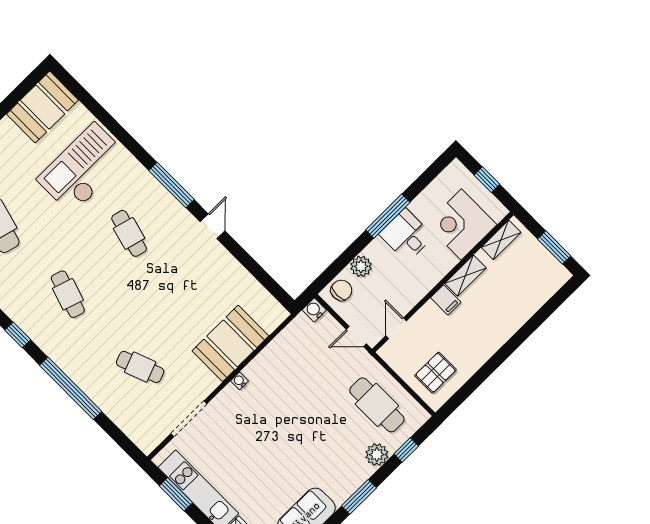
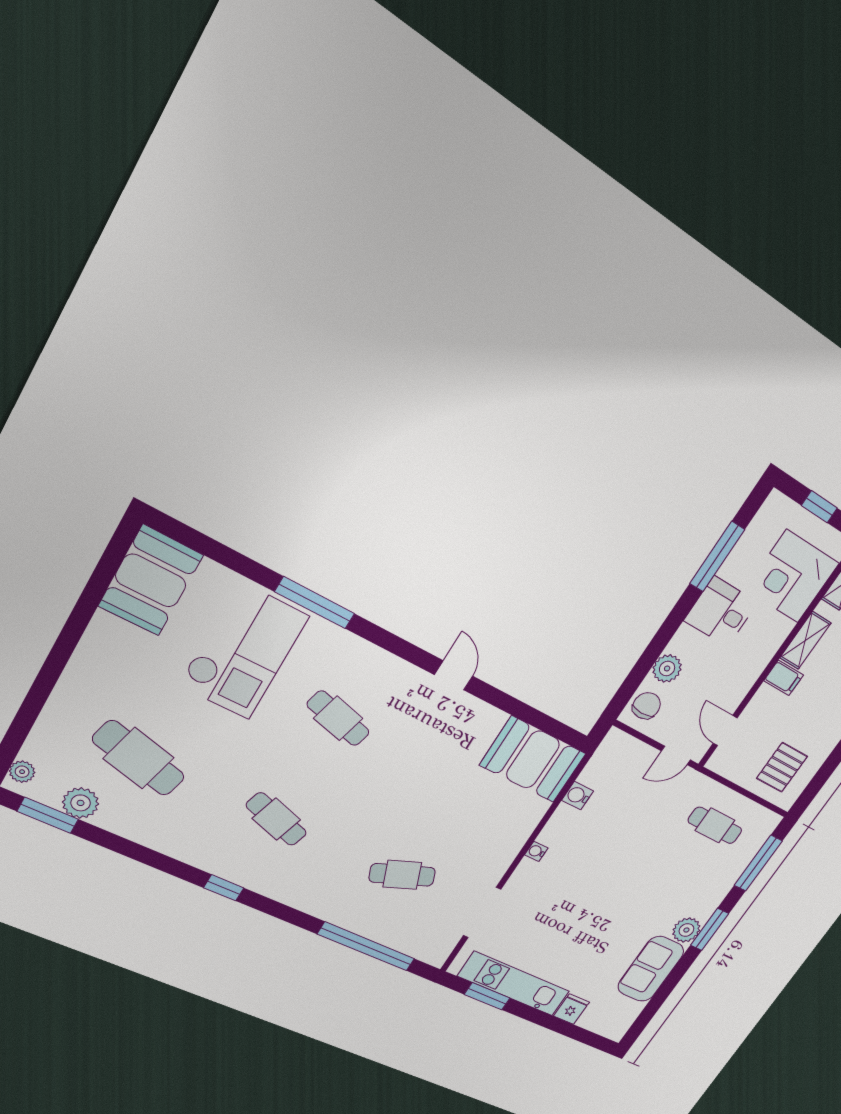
checkout: (83, 169) -> (244, 651), turned 180
window: (172, 185) -> (315, 603), moved
window: (388, 216) -> (717, 557), moved
water cooler: (314, 310) -> (578, 796), moved
booth: (230, 343) -> (533, 759), moved, turned 90
window: (71, 388) -> (366, 947), moved
cafe table: (377, 405) -> (715, 825), width x0.73, depth x0.74
window: (406, 450) -> (758, 863), width x2.17
plant: (377, 455) -> (686, 930), moved

